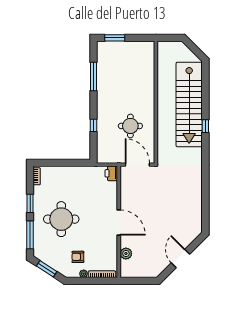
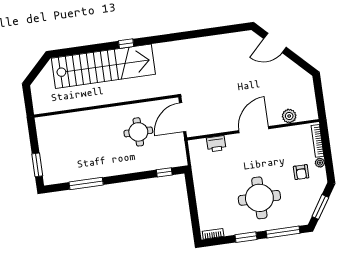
window: (94, 125) -> (164, 172), moved
printer: (111, 173) -> (216, 144), moved
door: (180, 258) -> (275, 43), moved

